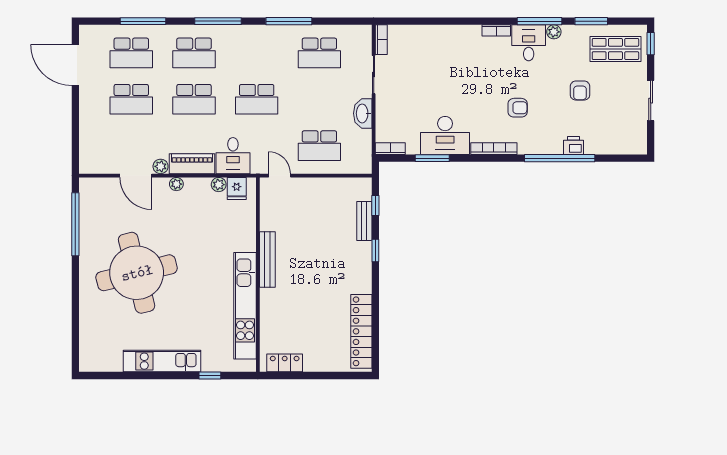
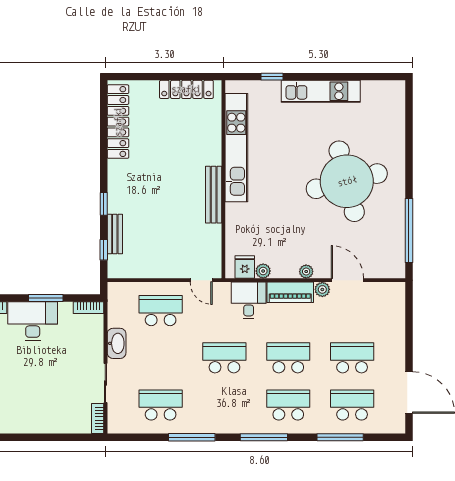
locker: (285, 363) -> (186, 89), width x1.53

